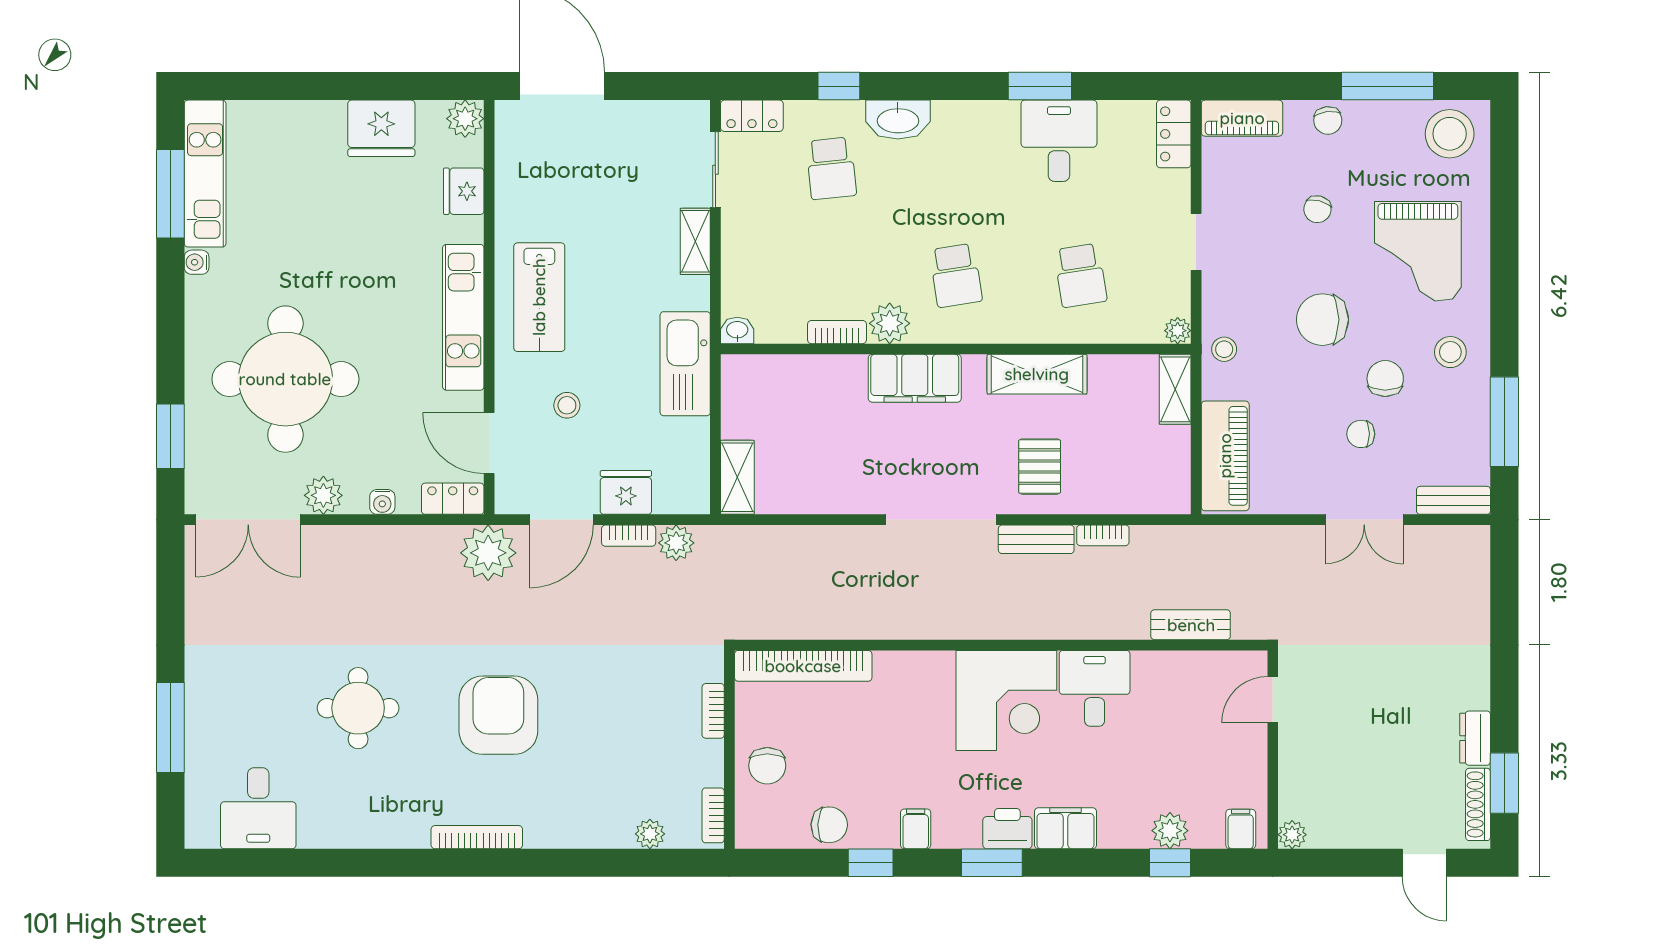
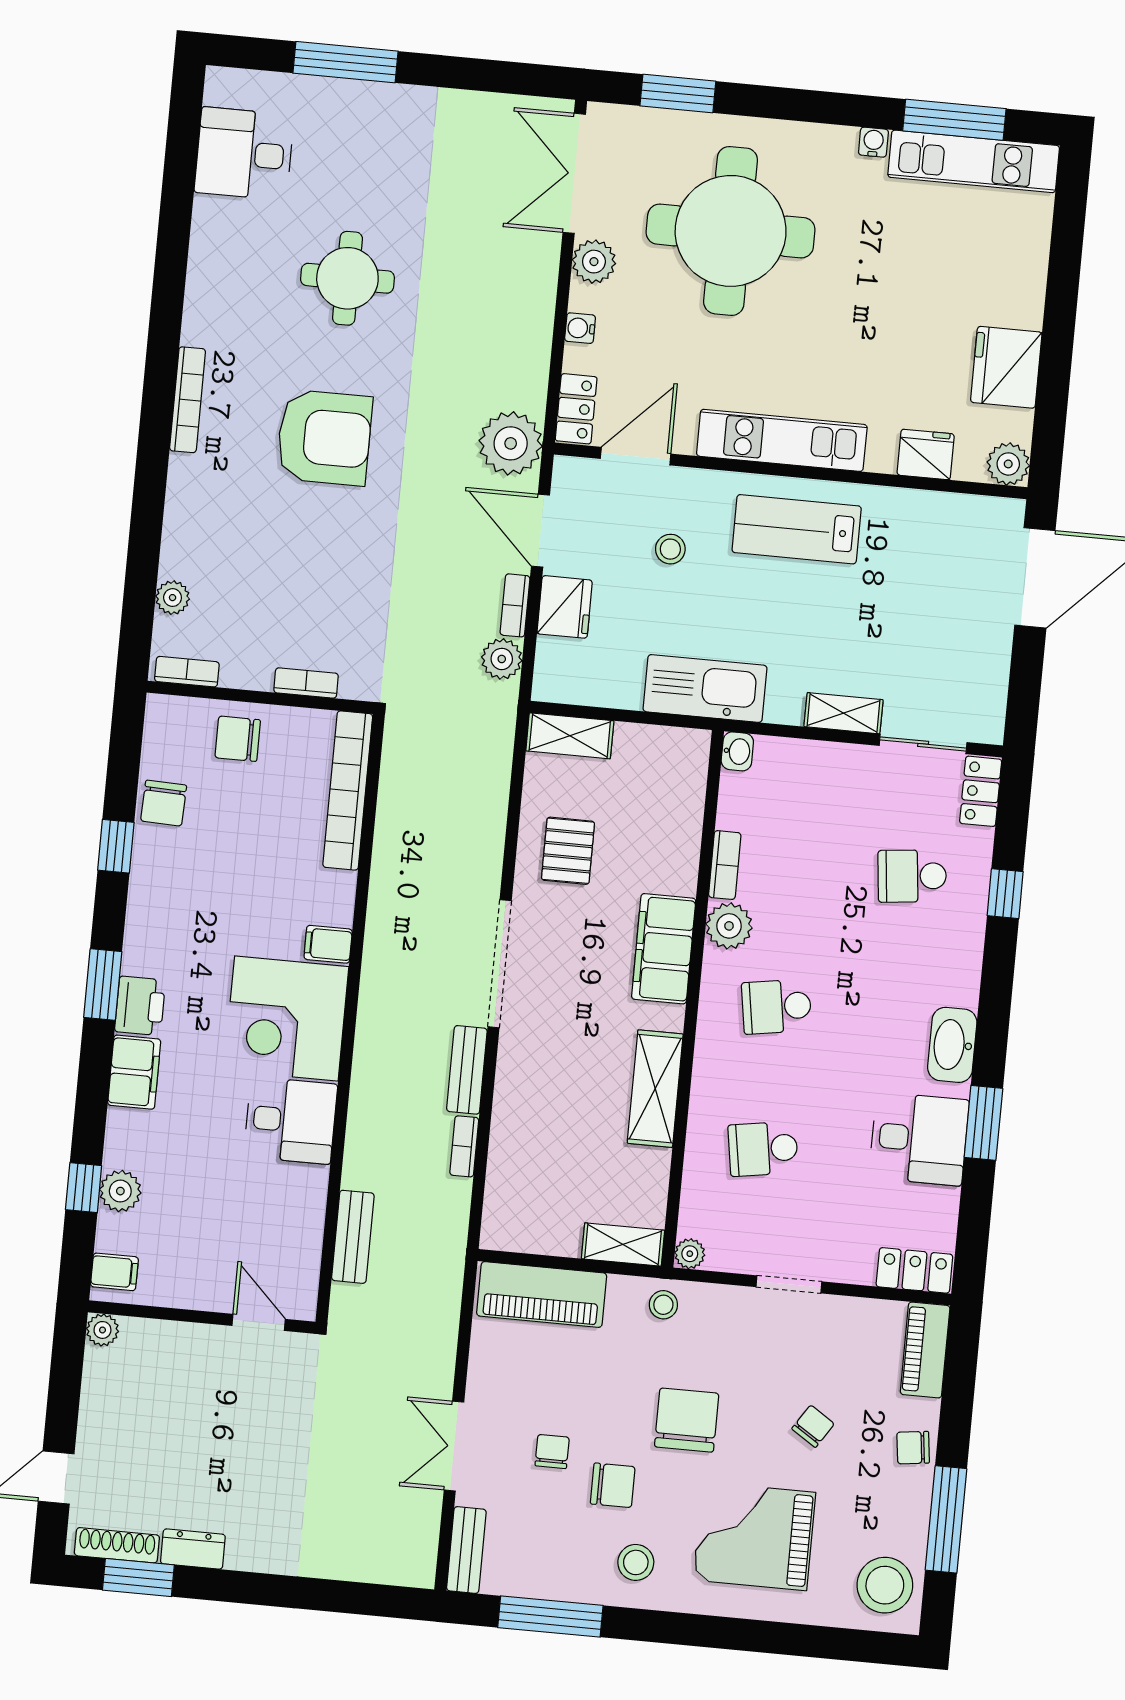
washbasin: (898, 120) -> (952, 1045), moved
chair: (1317, 209) -> (813, 1426), turned 108
pallet: (1040, 467) -> (568, 851), moved, turned 90
filing cabinet: (916, 829) -> (328, 944), moved, turned 180

